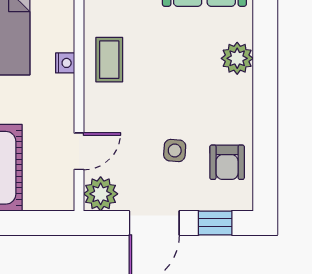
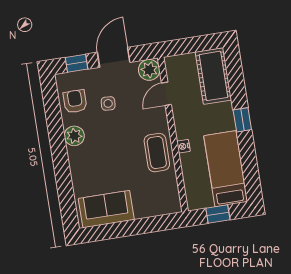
plant: (237, 58) -> (74, 136), moved
coffee table: (109, 60) -> (157, 153), width x1.36, depth x1.30

